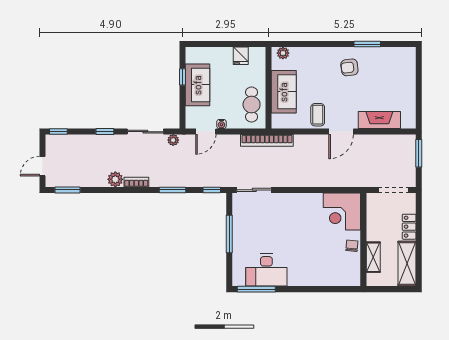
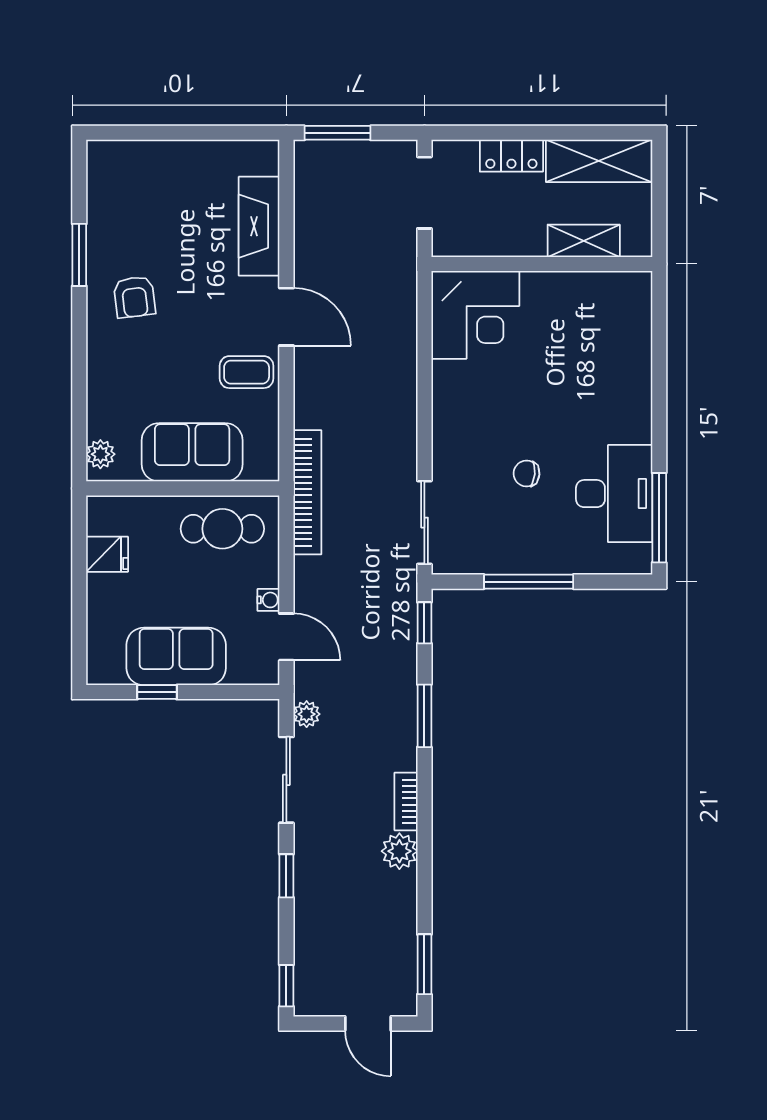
chair: (352, 246) -> (527, 473), moved

